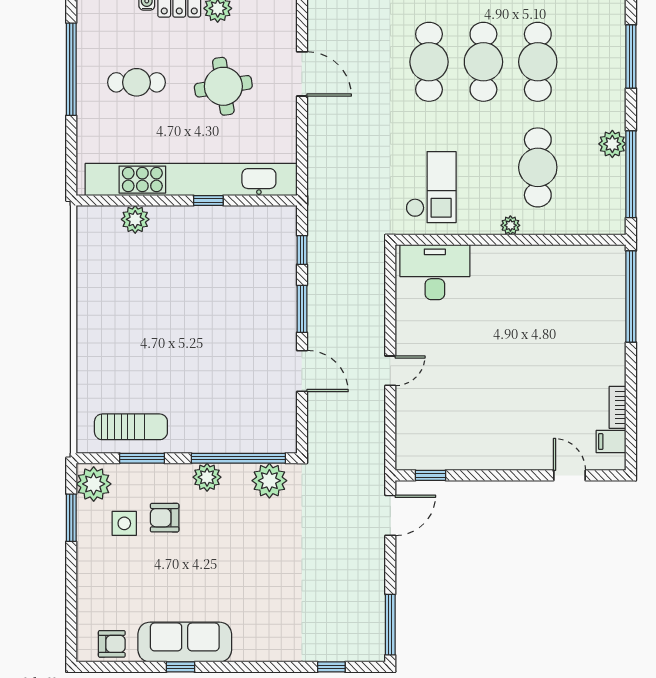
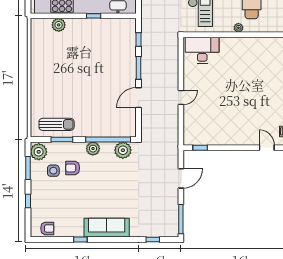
door: (302, 371) -> (139, 98), swing flipped
door: (390, 515) -> (181, 178), moved
window: (71, 587) -> (28, 201), added
sofa: (185, 642) -> (107, 228), moved

